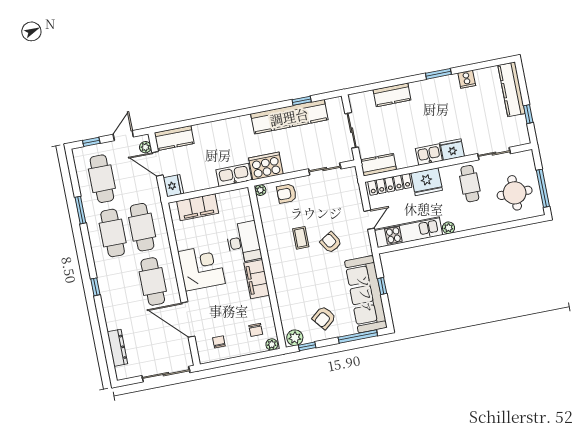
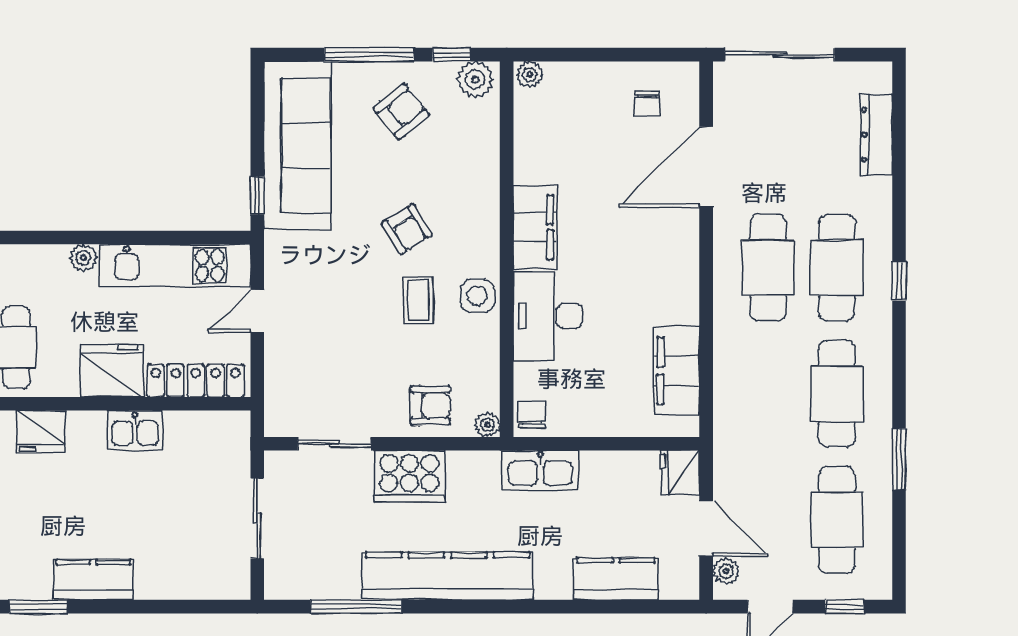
kitchen counter: (392, 95) -> (93, 580), moved
window: (302, 101) -> (356, 607), width x2.17
kitchen counter: (289, 117) -> (448, 576), moved
kitchen counter: (174, 138) -> (616, 579), moved
kitchen sink: (429, 155) -> (135, 430), moved
kitchen counter: (378, 165) -> (212, 430), removed
cooker: (266, 166) -> (409, 476), moved
filing cabinet: (198, 207) -> (676, 371), moved, turned -90
cafe table: (142, 227) -> (837, 268), moved
armchair: (331, 242) -> (407, 229), moved
side table: (276, 245) -> (477, 296), added
corner desk: (201, 268) -> (653, 277), removed
window: (382, 286) -> (257, 195), moved
door: (188, 320) -> (706, 167), swing flipped
chair: (256, 330) -> (532, 415), moved
window: (358, 336) -> (369, 55), moved

